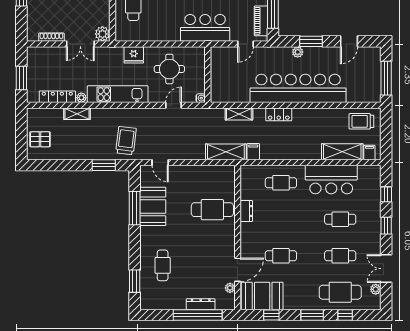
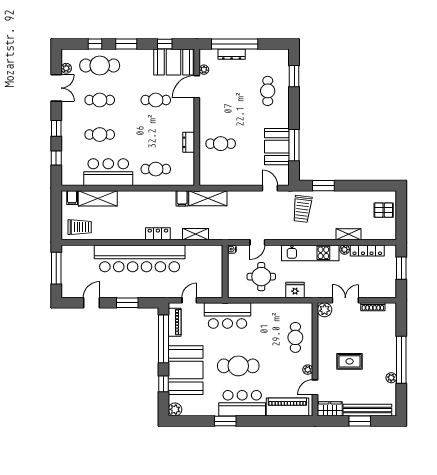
plant: (298, 52) -> (140, 293), removed
cafe table: (212, 210) -> (221, 144), width x0.73, depth x0.74

